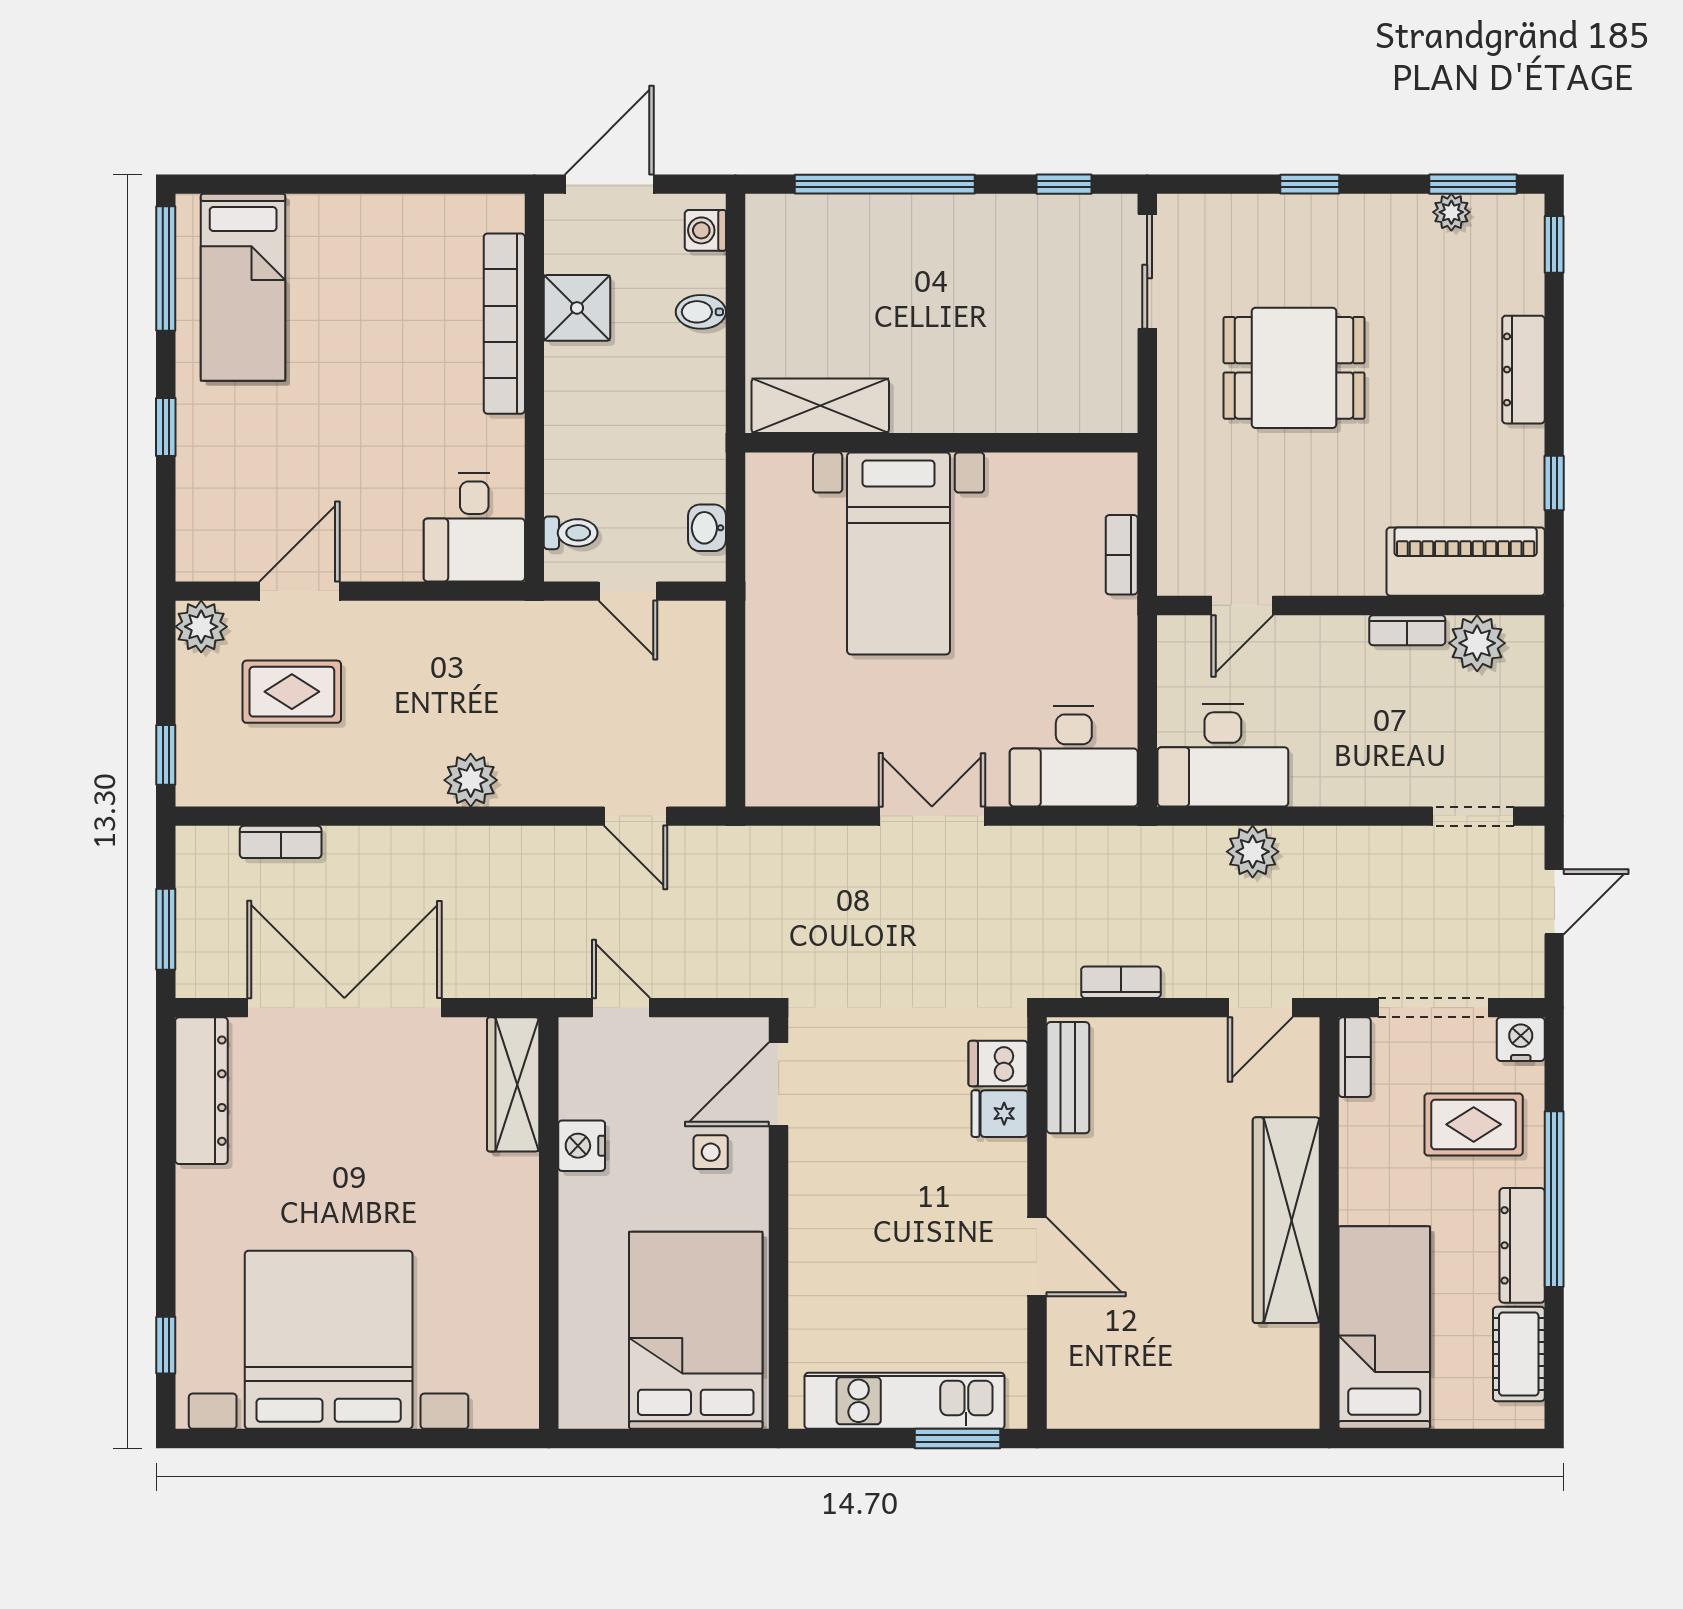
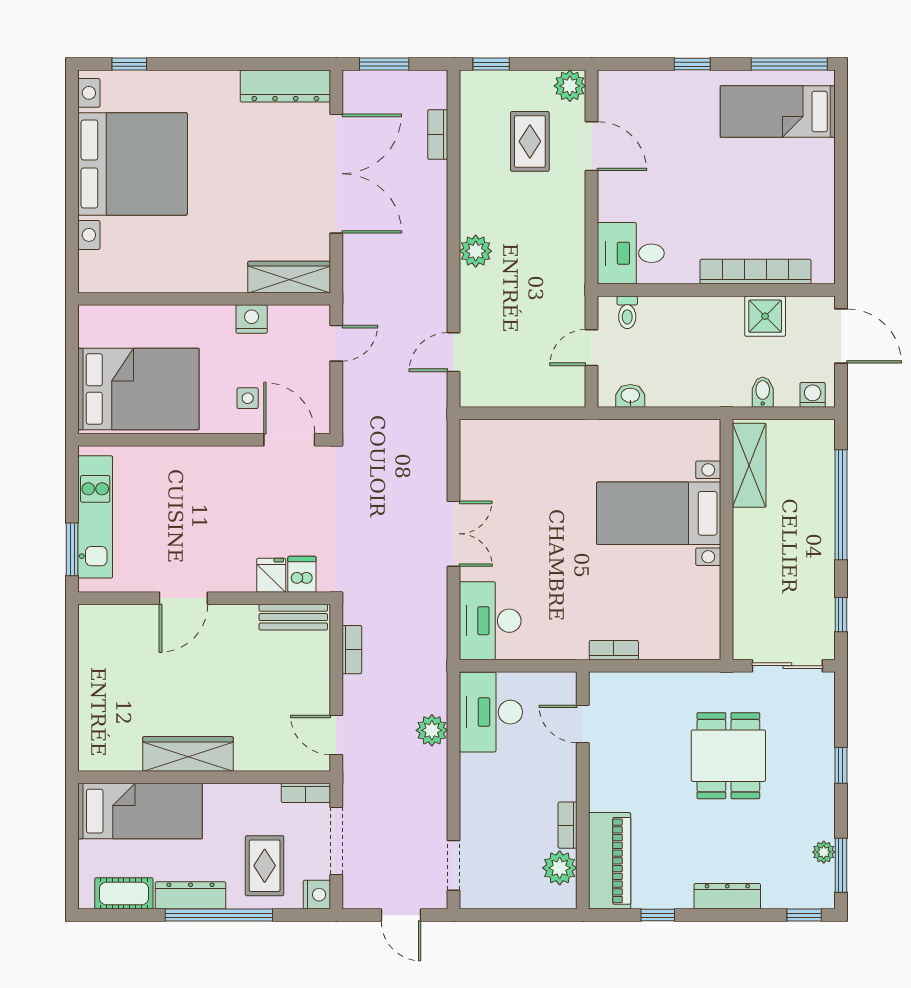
shelving: (820, 406) -> (749, 465), moved
wall: (941, 443) -> (726, 539), moved
bed with nightstands: (899, 553) -> (659, 513), moved
wardrobe: (1286, 1220) -> (188, 754), width x0.71, depth x0.85

